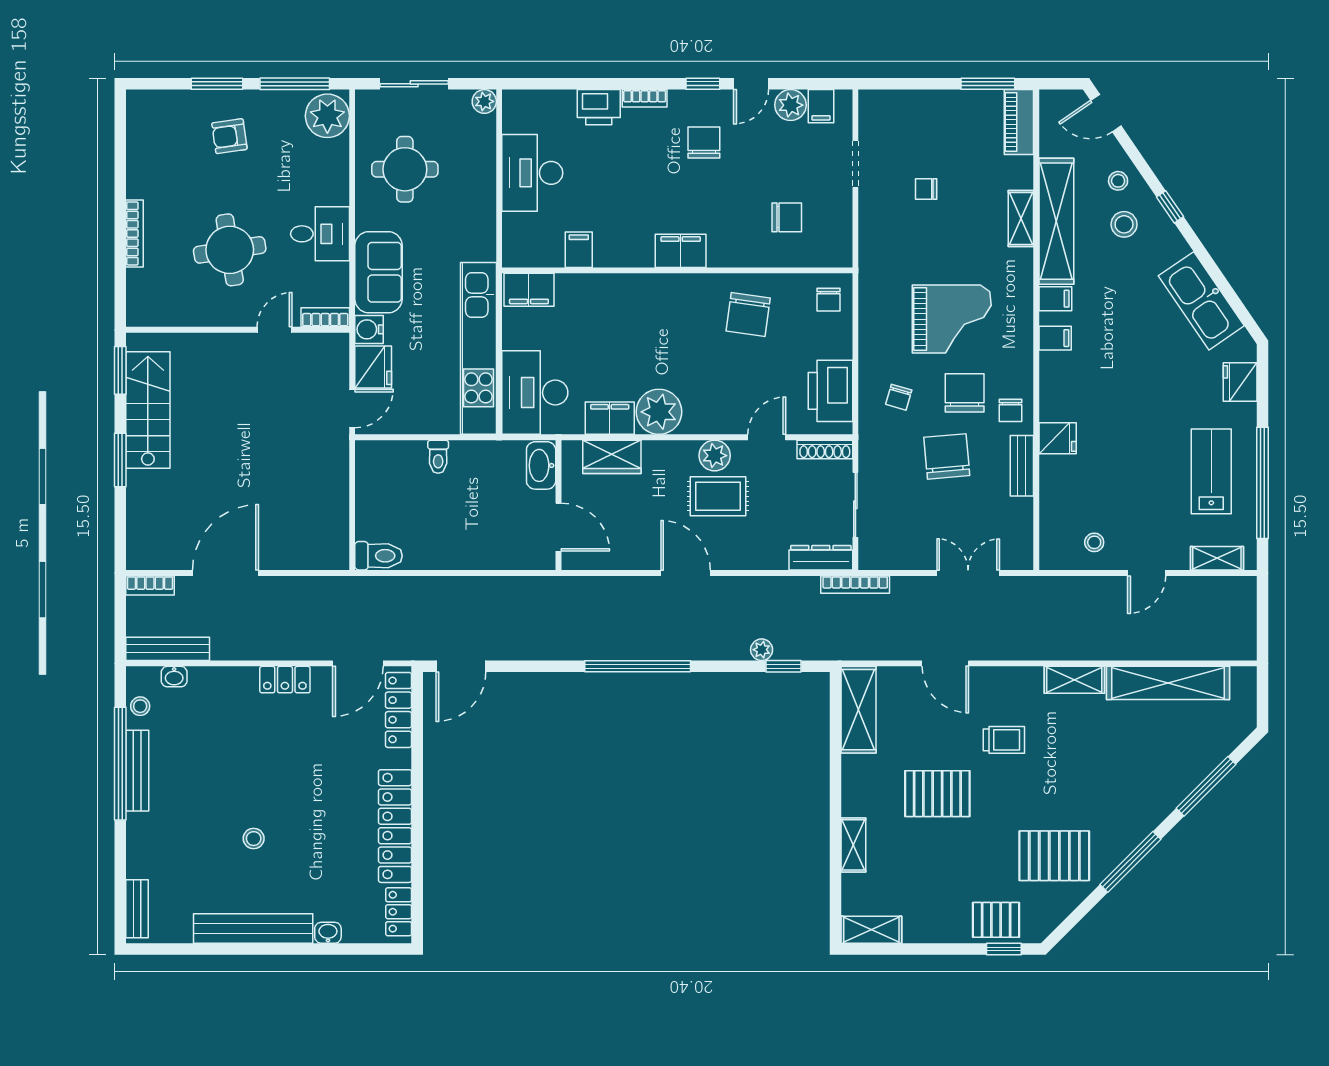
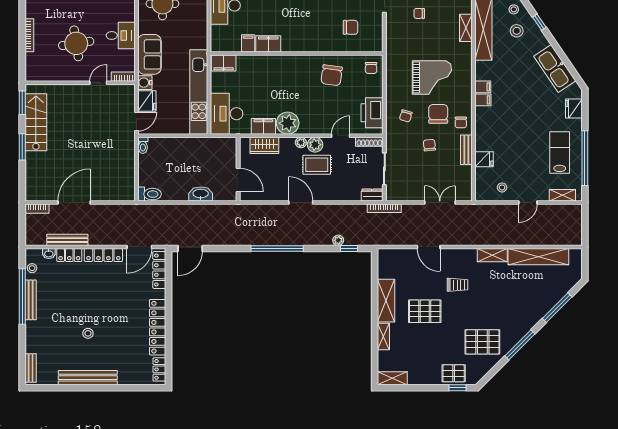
filing cabinet: (681, 251) -> (268, 44), moved
filing cabinet: (1055, 299) -> (483, 100), moved
fridge: (1058, 438) -> (484, 159), moved
plant: (686, 451) -> (301, 143), added
chair: (947, 456) -> (429, 145), width x0.54, depth x0.54
toilet: (438, 457) -> (143, 145), moved
washbasin: (541, 465) -> (201, 194), moved, turned 90
dresser: (821, 558) -> (372, 195), width x0.70
bench: (168, 649) -> (67, 240), moved
locker: (216, 680) -> (69, 255), added
locker: (285, 680) -> (103, 255), width x1.53
shelving: (859, 710) -> (386, 301), moved
washbasin: (328, 933) -> (125, 380), removed

